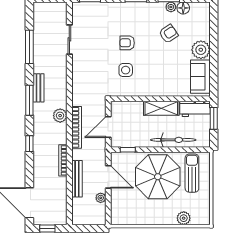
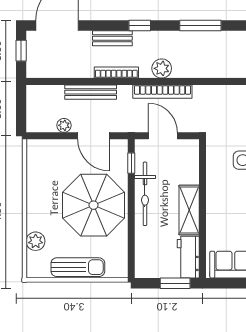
bench: (38, 88) -> (112, 38), moved
plant: (60, 116) -> (162, 68), moved
bicycle: (173, 140) -> (145, 194), moved
sun lounger: (192, 173) -> (78, 267), moved
door: (108, 177) -> (93, 136), hinge flipped

